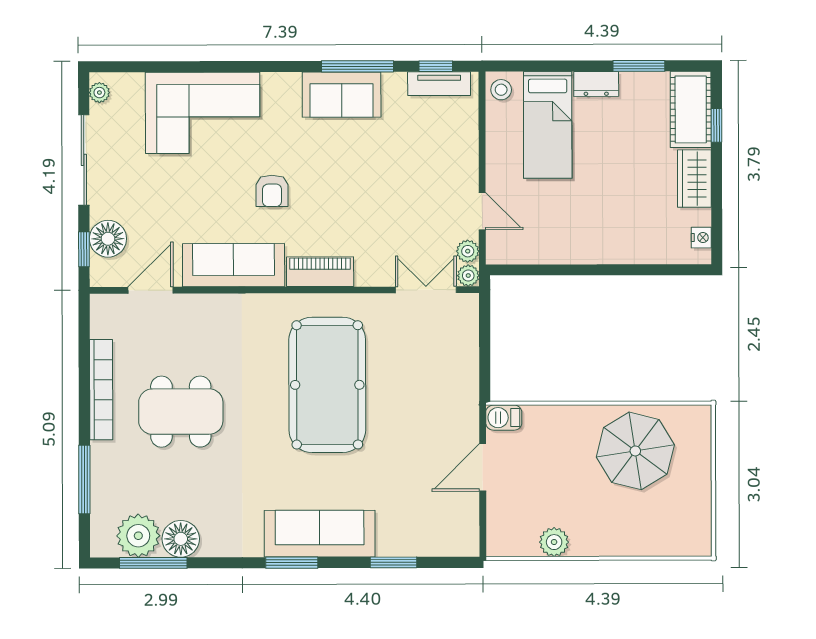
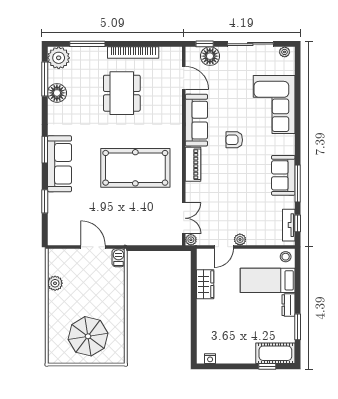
wardrobe: (694, 179) -> (205, 284), moved, turned 90
plant: (468, 251) -> (240, 239), moved
parasol: (635, 451) -> (88, 336), moved
plant: (138, 536) -> (59, 58), moved

